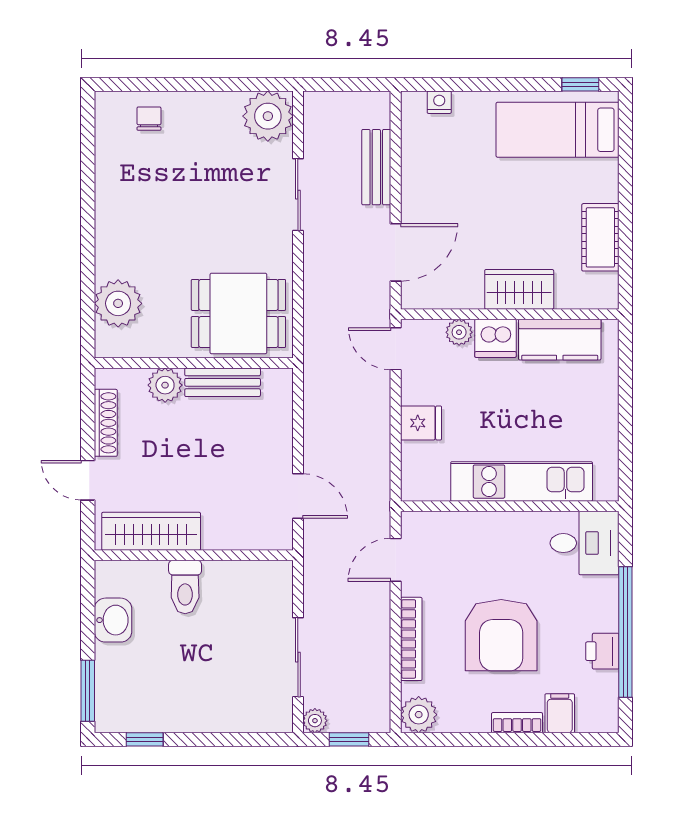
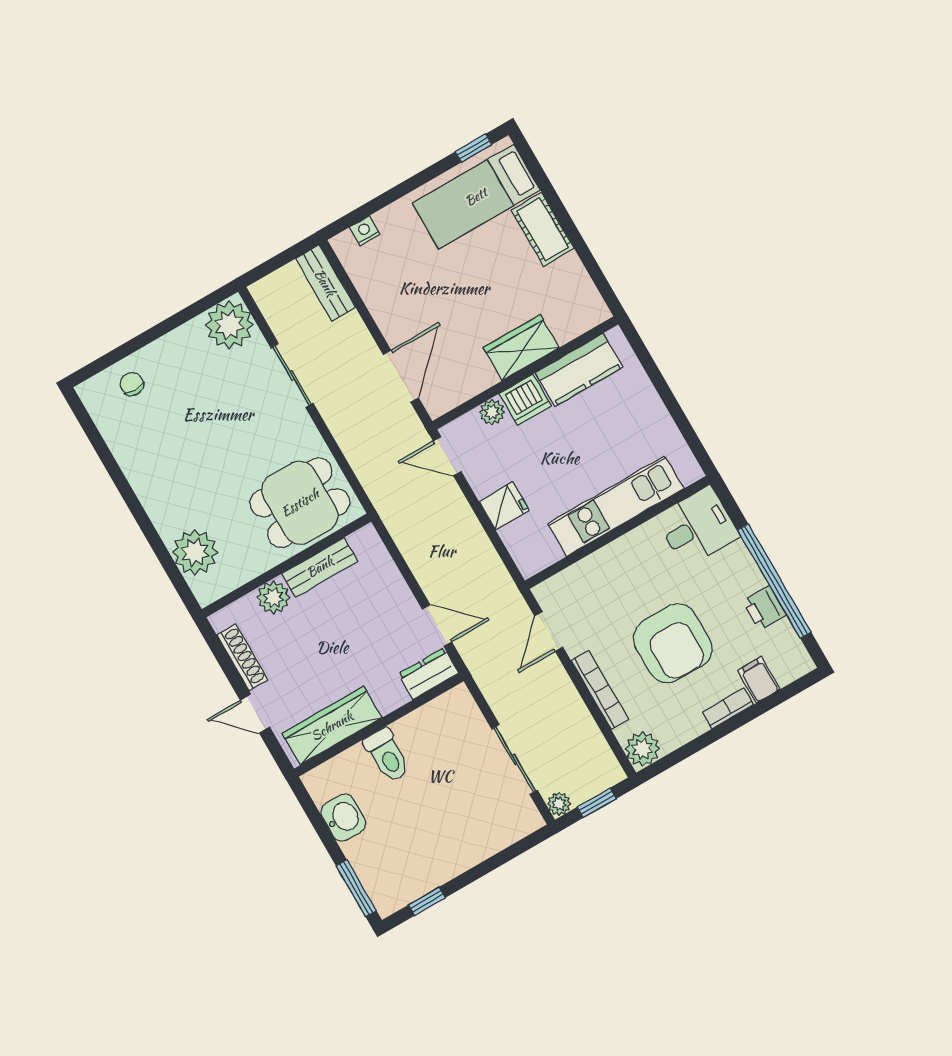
bench: (376, 167) -> (325, 283), moved
cot: (600, 237) -> (543, 229), moved
dresser: (265, 535) -> (428, 674), added

